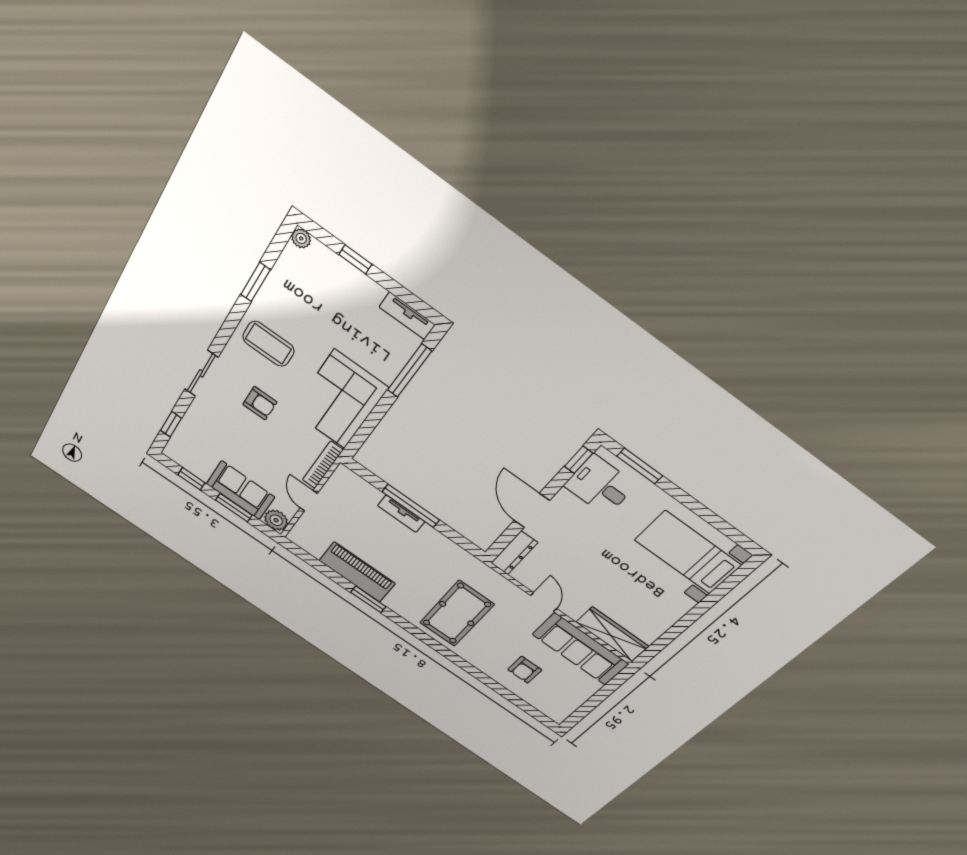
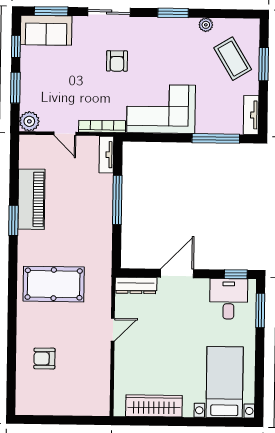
plant: (301, 238) -> (206, 25), moved
window: (355, 259) -> (264, 64), width x1.50
window: (255, 282) -> (173, 13), moved
coffee table: (268, 344) -> (233, 59), moved, turned -31
window: (171, 424) -> (51, 11), width x1.50
sofa: (241, 490) -> (46, 30), moved, turned 90
door: (309, 501) -> (65, 134), swing flipped
tv unit: (401, 514) -> (106, 155), moved
wardrobe: (612, 634) -> (154, 406), moved, turned -90
sofa: (580, 649) -> (95, 379), removed

